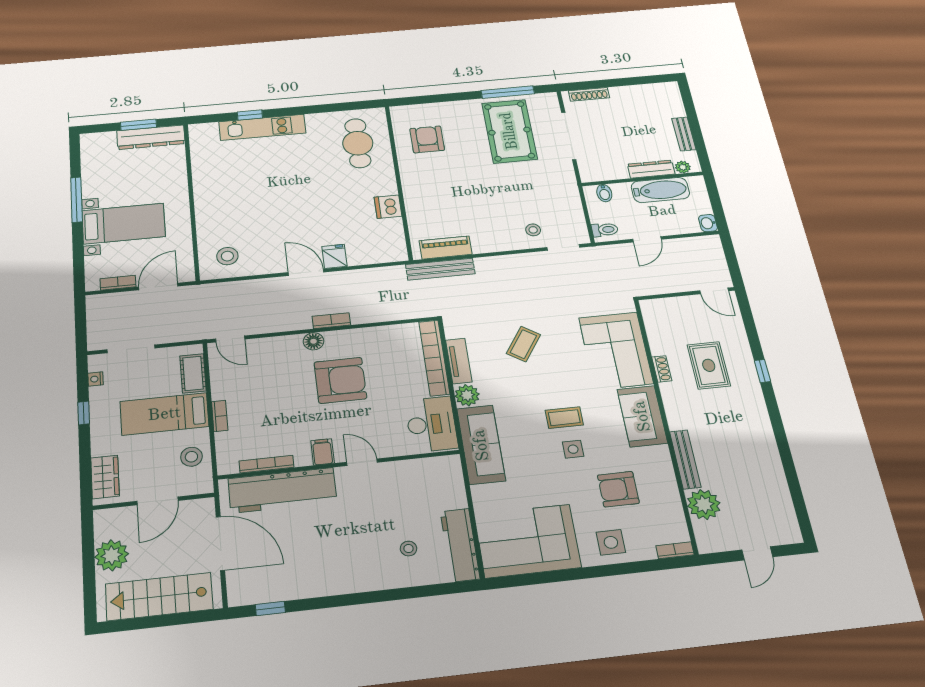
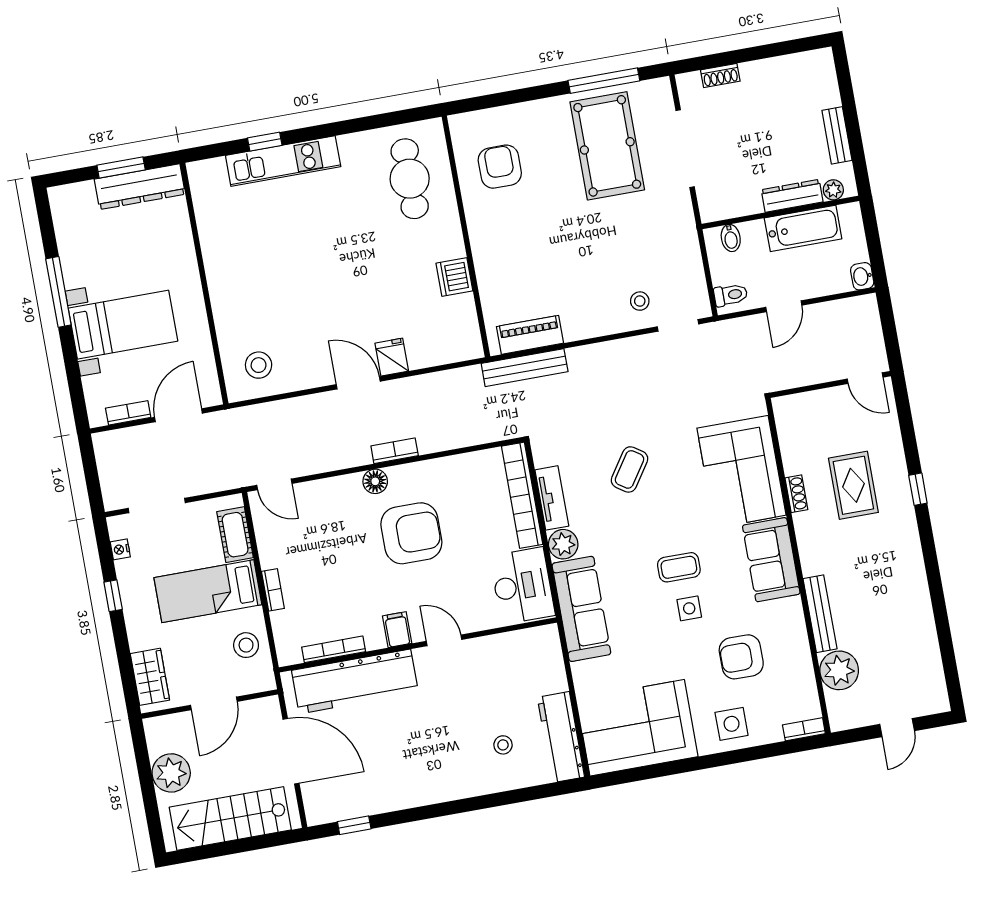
shoe rack: (589, 94) -> (720, 76), width x0.70

